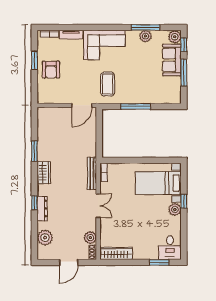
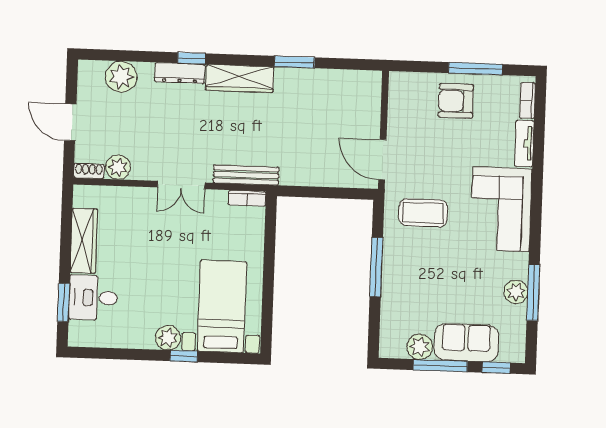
plant: (175, 37) -> (420, 347), moved
window: (34, 60) -> (475, 69), width x1.44
wardrobe: (44, 173) -> (240, 78), width x1.50
desk: (170, 248) -> (93, 298), moved
wardrobe: (116, 253) -> (84, 241), moved

